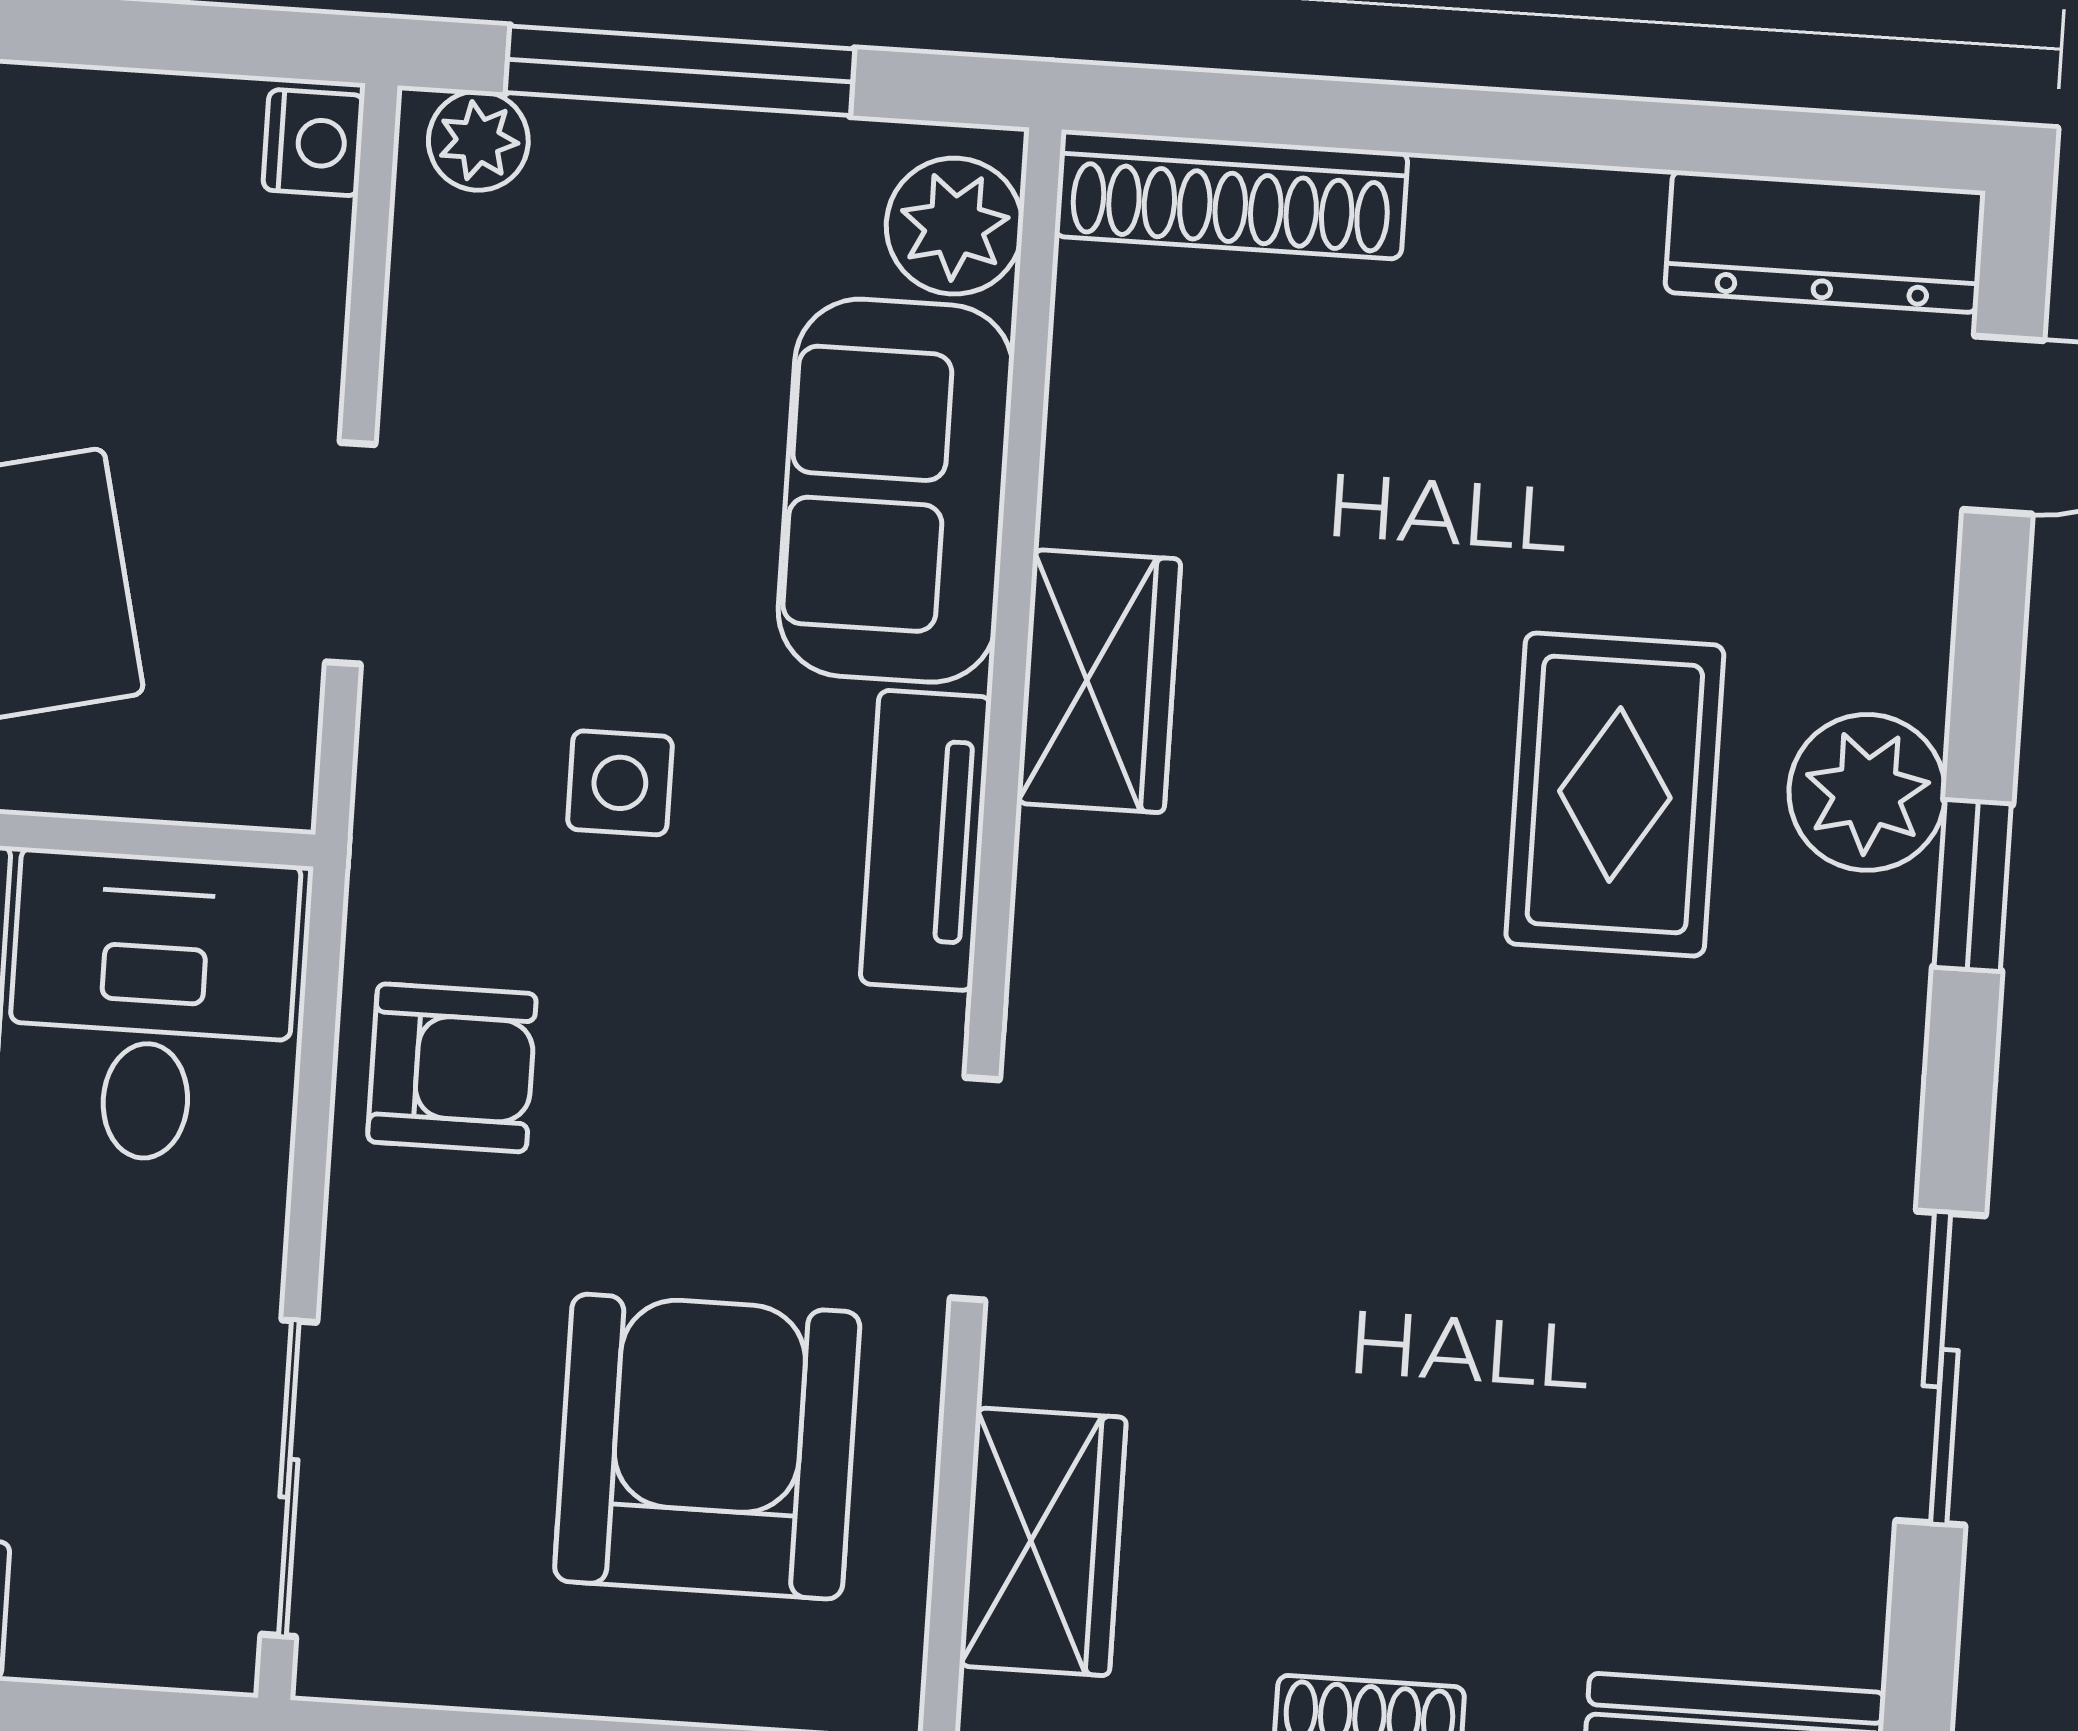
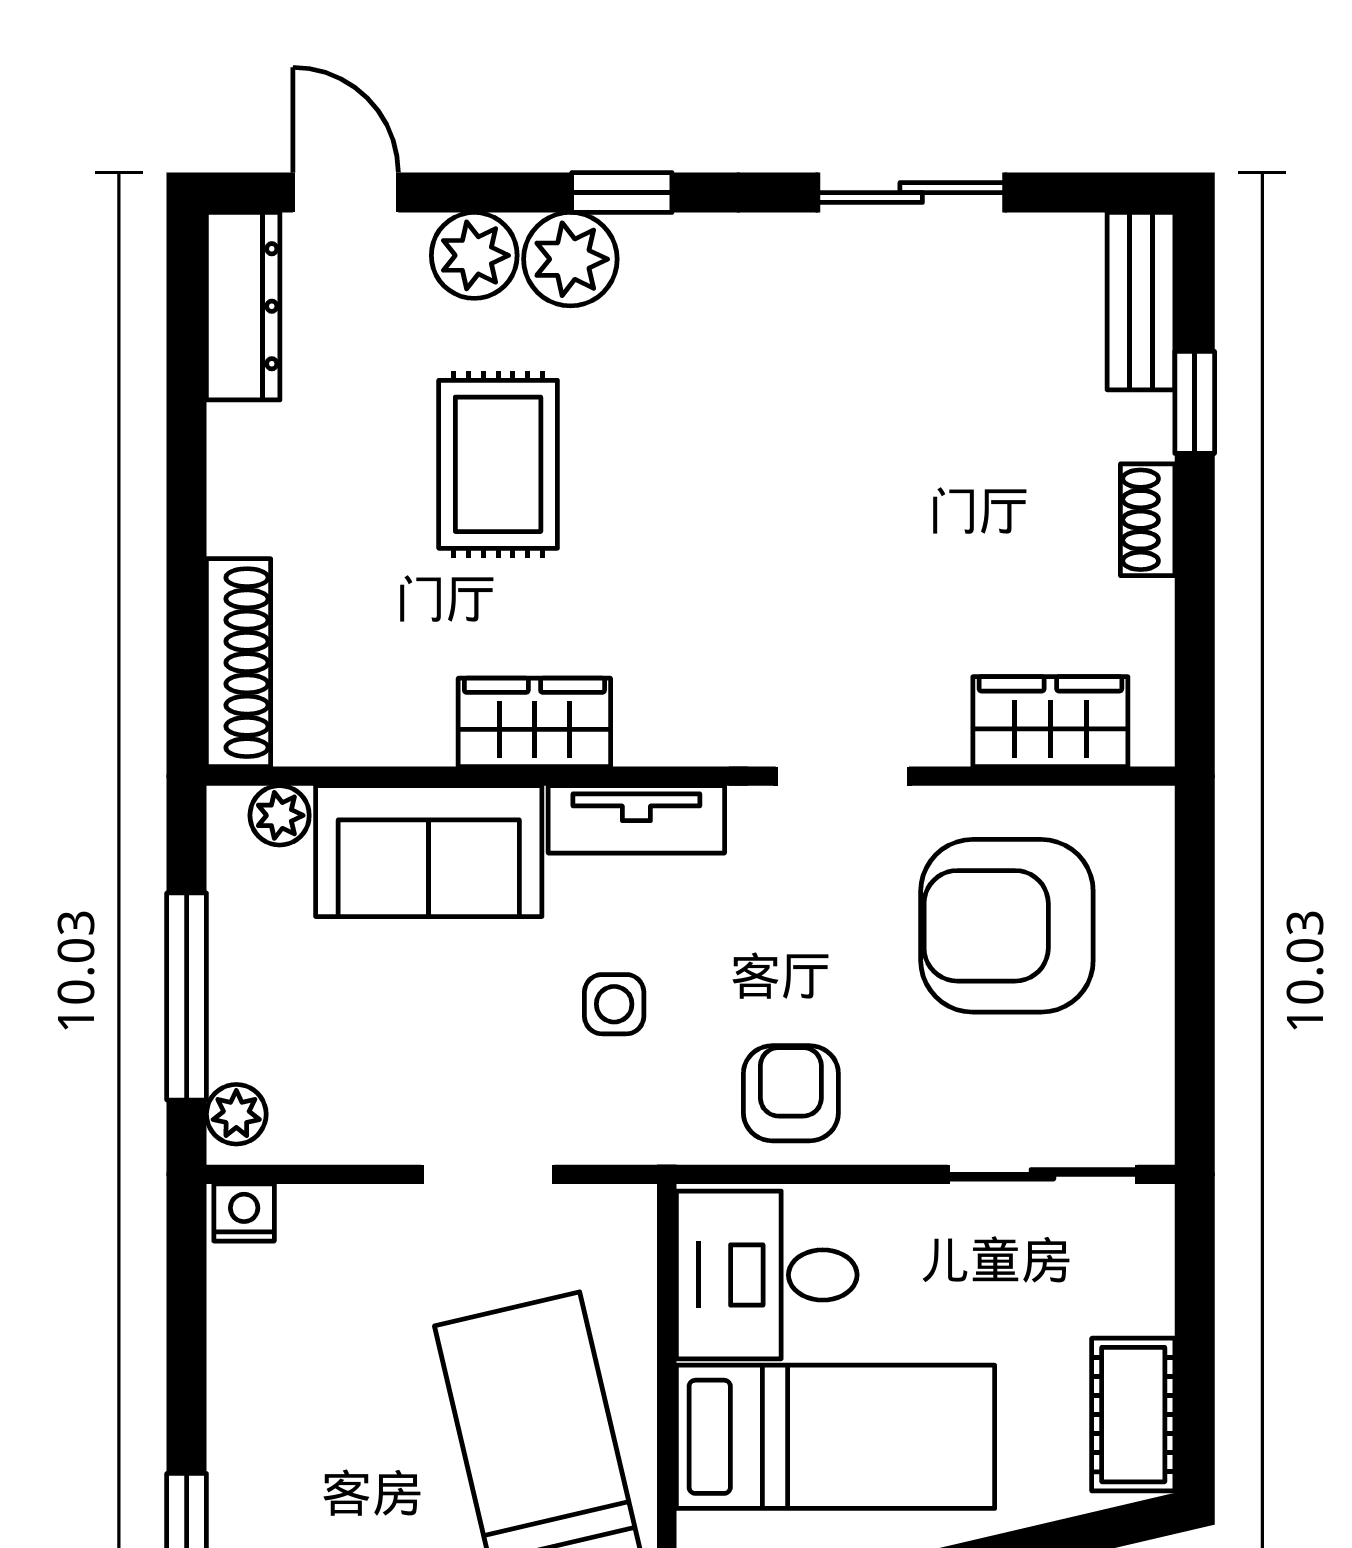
plant: (955, 226) -> (280, 815), width x0.73, depth x0.73
plant: (1884, 633) -> (474, 255), added
rug: (1615, 795) -> (498, 464), moved, turned 90

